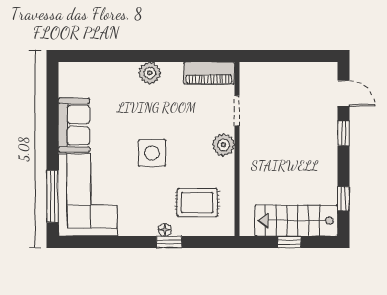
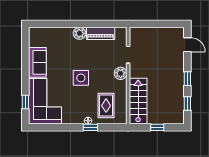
piano: (209, 73) -> (101, 33), moved
window: (344, 133) -> (187, 79), moved
window: (52, 196) -> (25, 102), width x0.46
rug: (197, 203) -> (106, 106), turned 90
stairs: (296, 221) -> (138, 101), moved, turned 90

